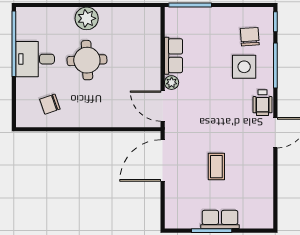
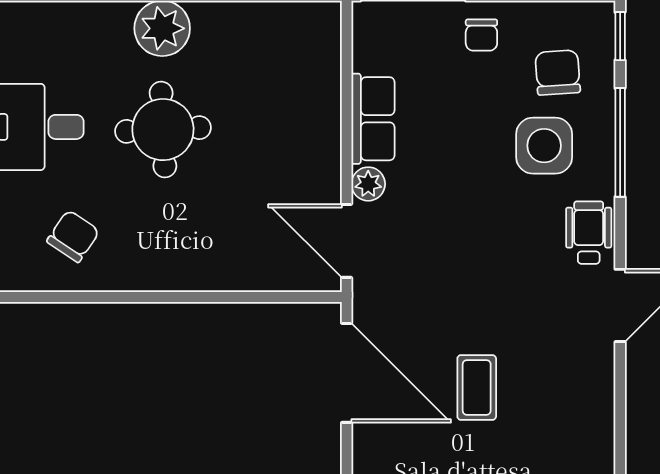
chair: (218, 21) -> (481, 35), added
wheelchair: (262, 103) -> (589, 233), turned 180
chair: (50, 104) -> (73, 236), turned 143
door: (163, 161) -> (347, 373), swing flipped

